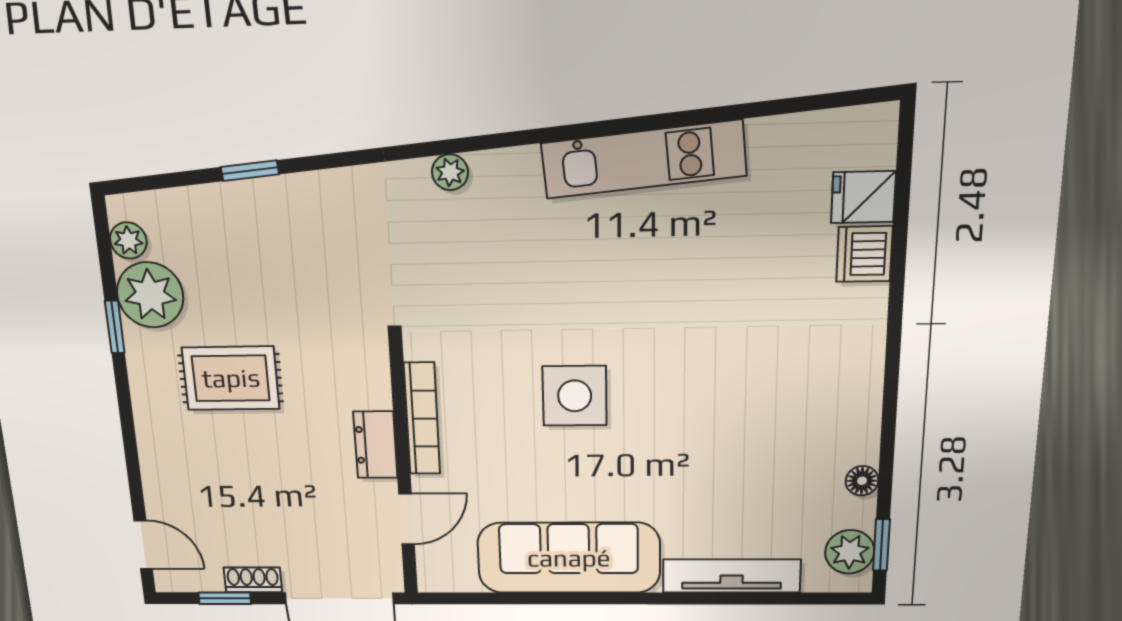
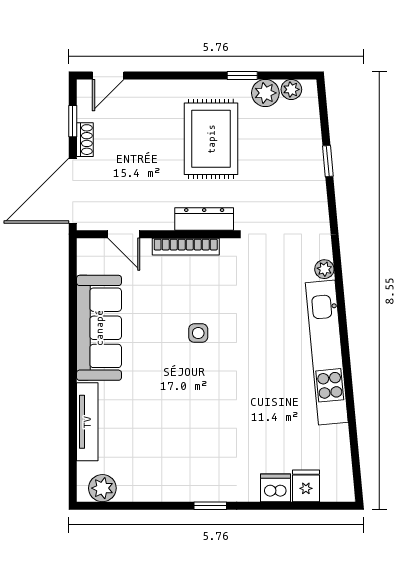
kitchen unit: (644, 159) -> (327, 352), width x1.36
plant: (150, 295) -> (265, 93), width x0.73, depth x0.73
rug: (231, 378) -> (211, 139), width x1.36, depth x1.43
side table: (575, 396) -> (198, 333), width x0.54, depth x0.54
dresser: (375, 445) -> (204, 219), moved, width x1.44
floor lamp: (862, 481) -> (146, 493), removed
window: (881, 545) -> (210, 506), moved

